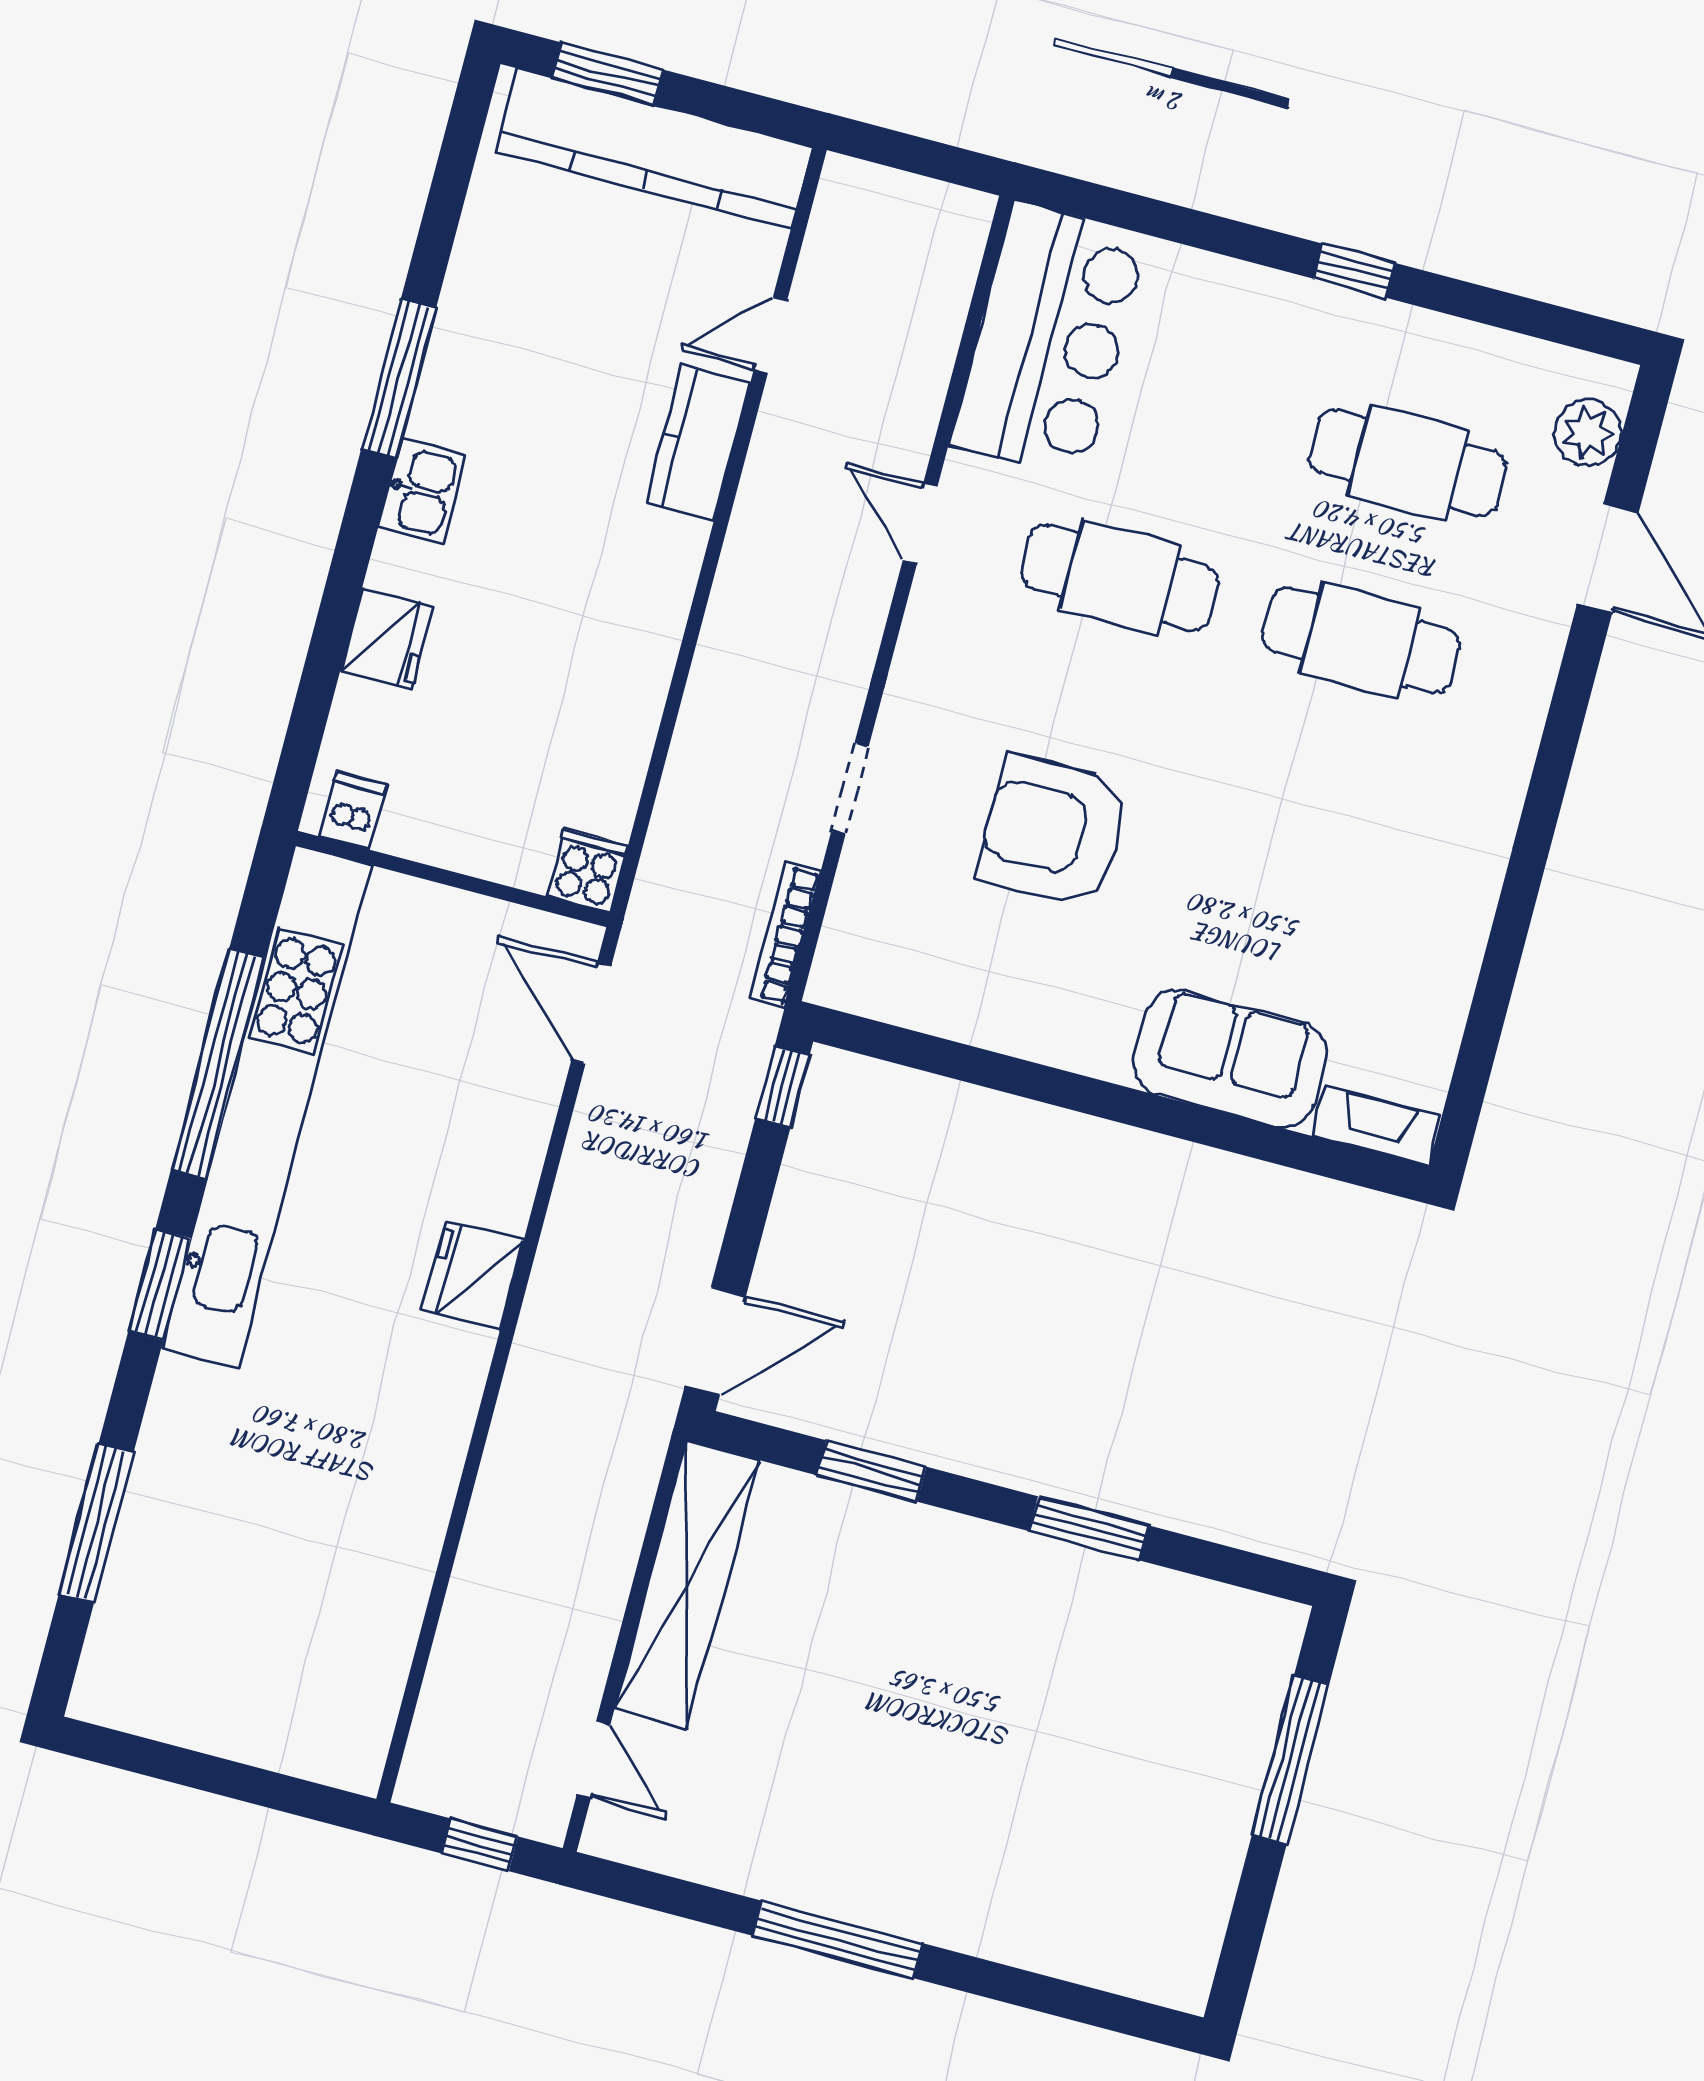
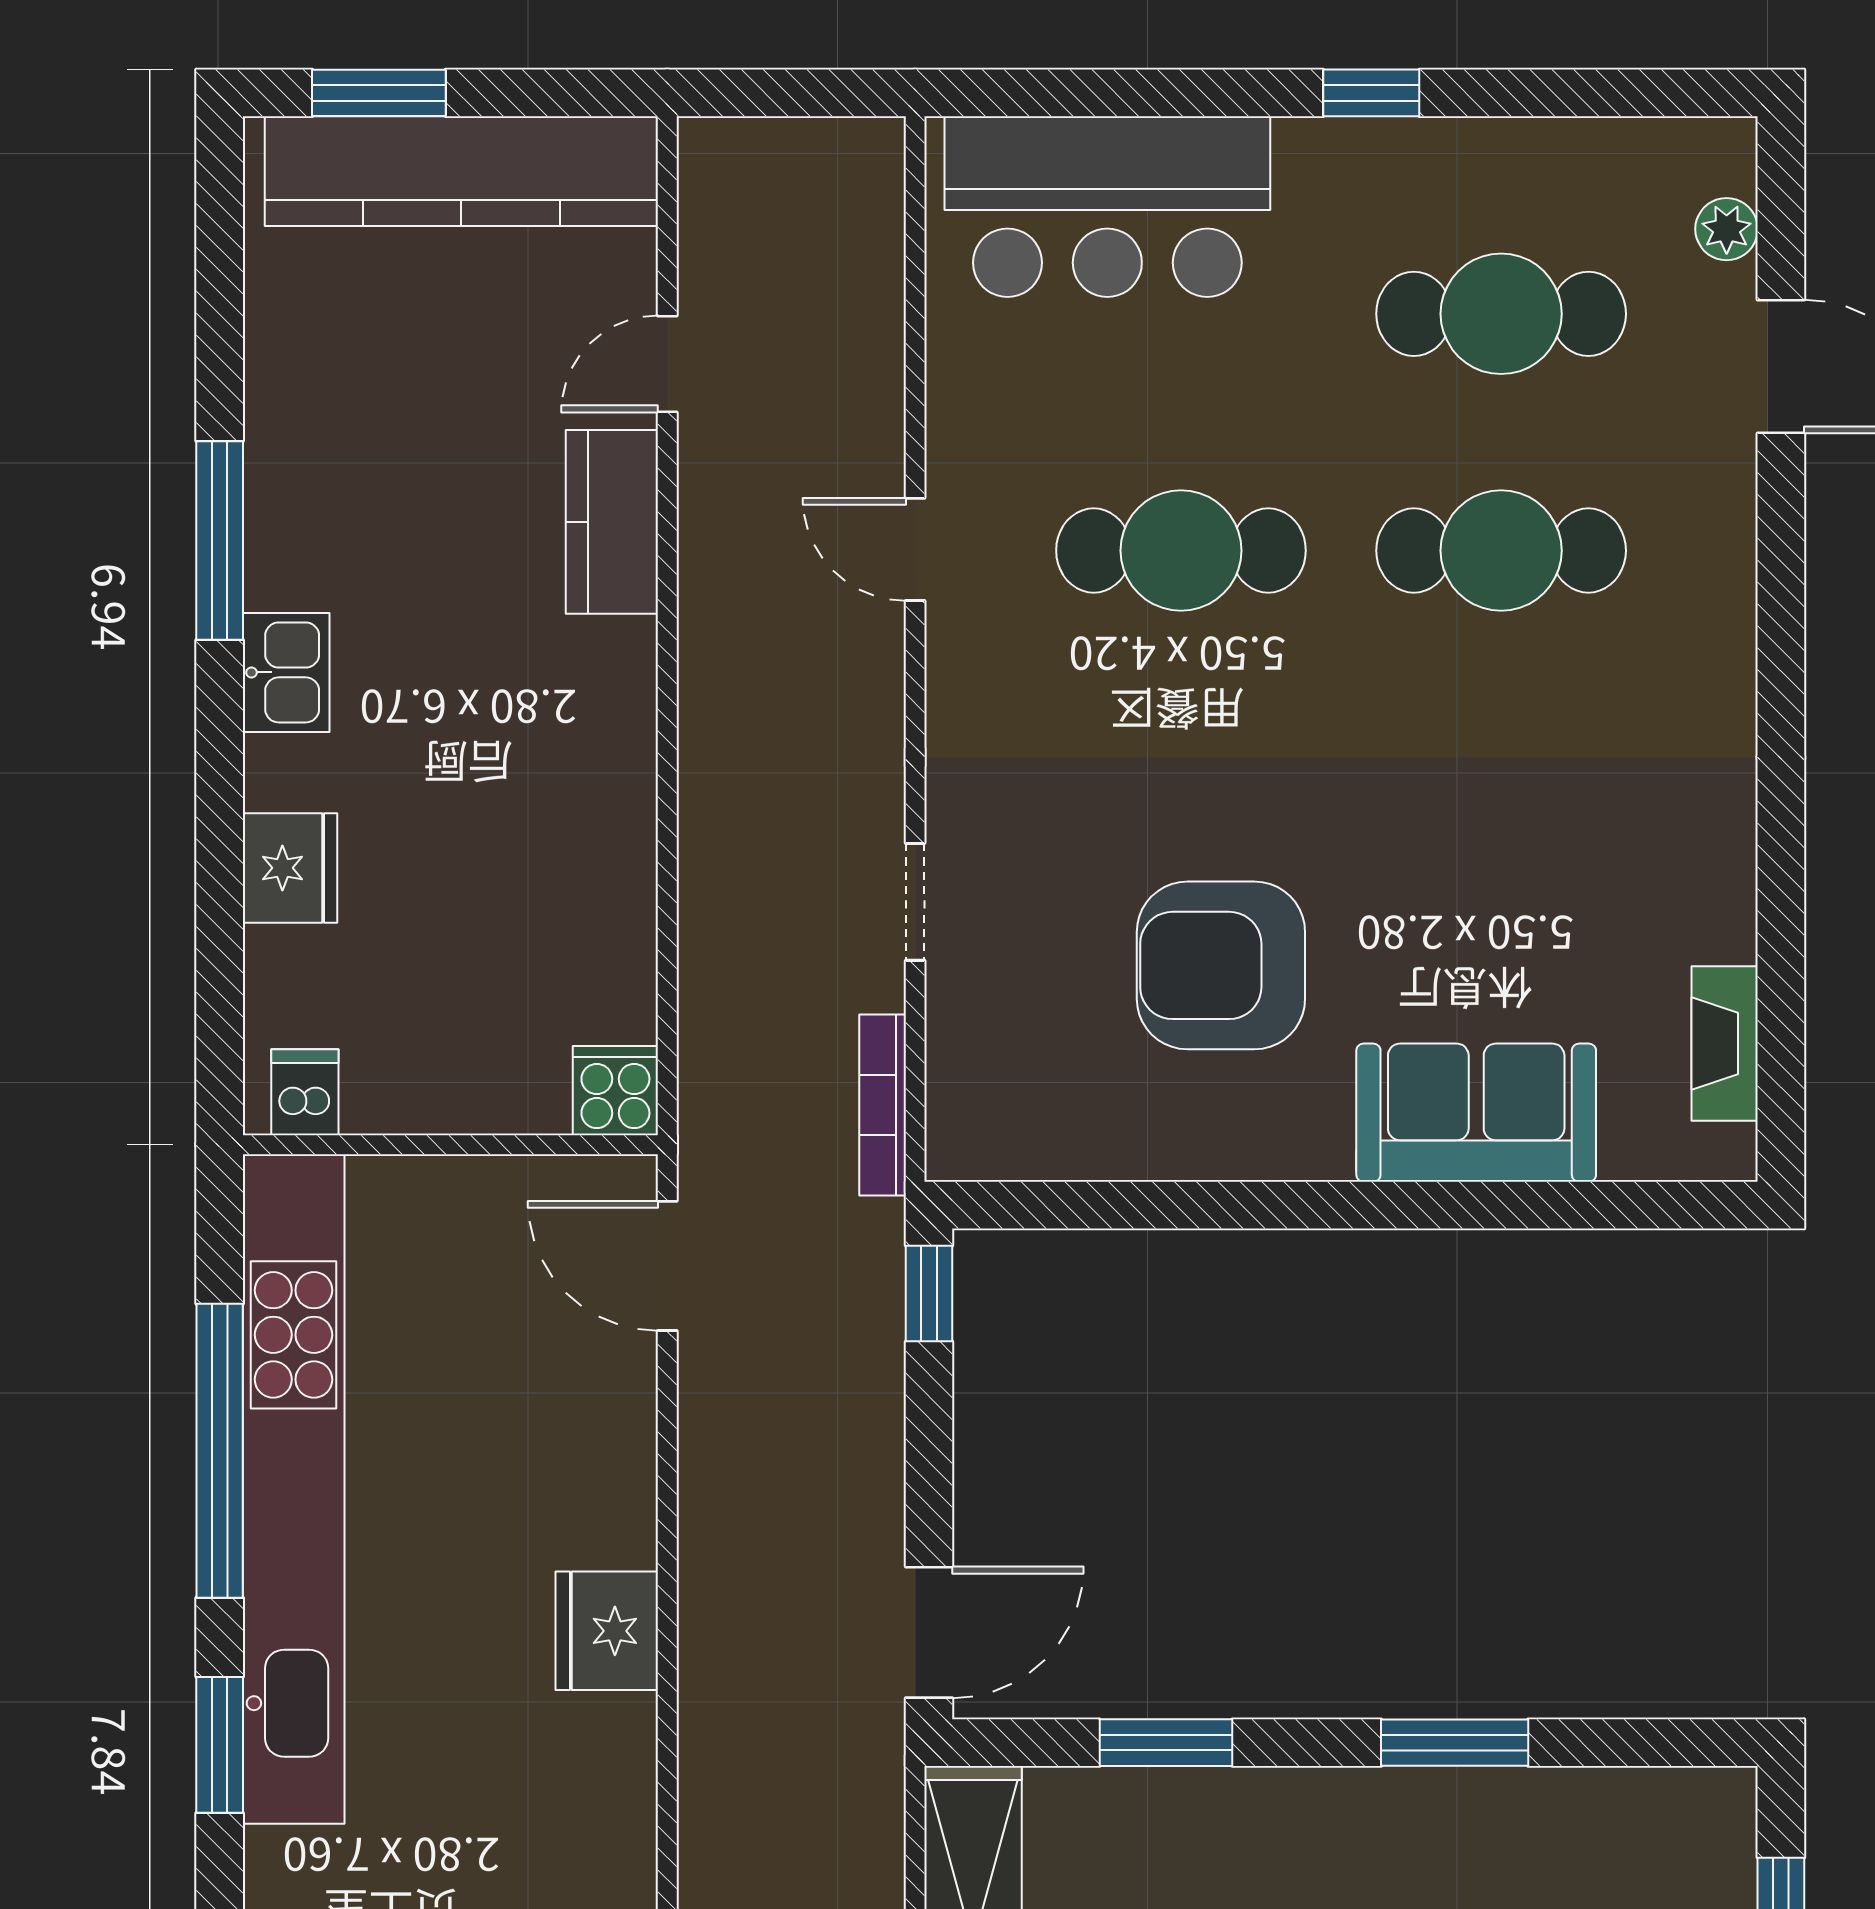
bar counter: (1049, 340) -> (1107, 207), moved, turned 90
plant: (1588, 433) -> (1727, 229), width x0.73, depth x0.73
armchair: (1053, 831) -> (1221, 965), moved
fireplace: (1376, 1126) -> (1725, 1044), moved, turned -90

